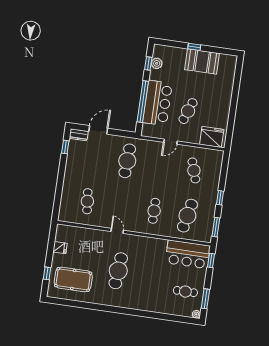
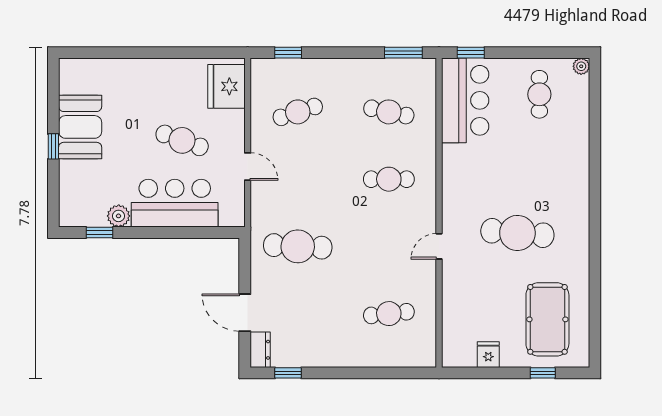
plant: (157, 63) -> (119, 216), moved
window: (143, 102) -> (176, 233), removed
window: (220, 198) -> (288, 53), moved
cafe table: (187, 216) -> (389, 112), width x0.73, depth x0.74
window: (205, 299) -> (548, 53), removed

